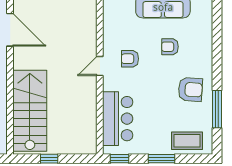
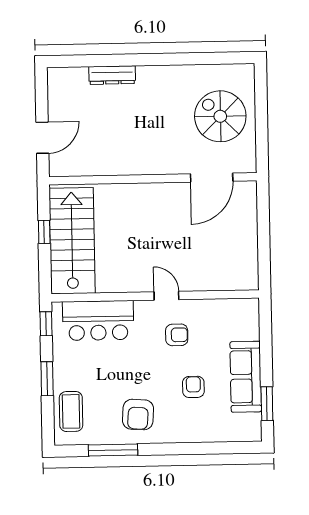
armchair: (130, 59) -> (177, 335), turned 90
stairs: (30, 111) -> (72, 241), moved, turned -90

